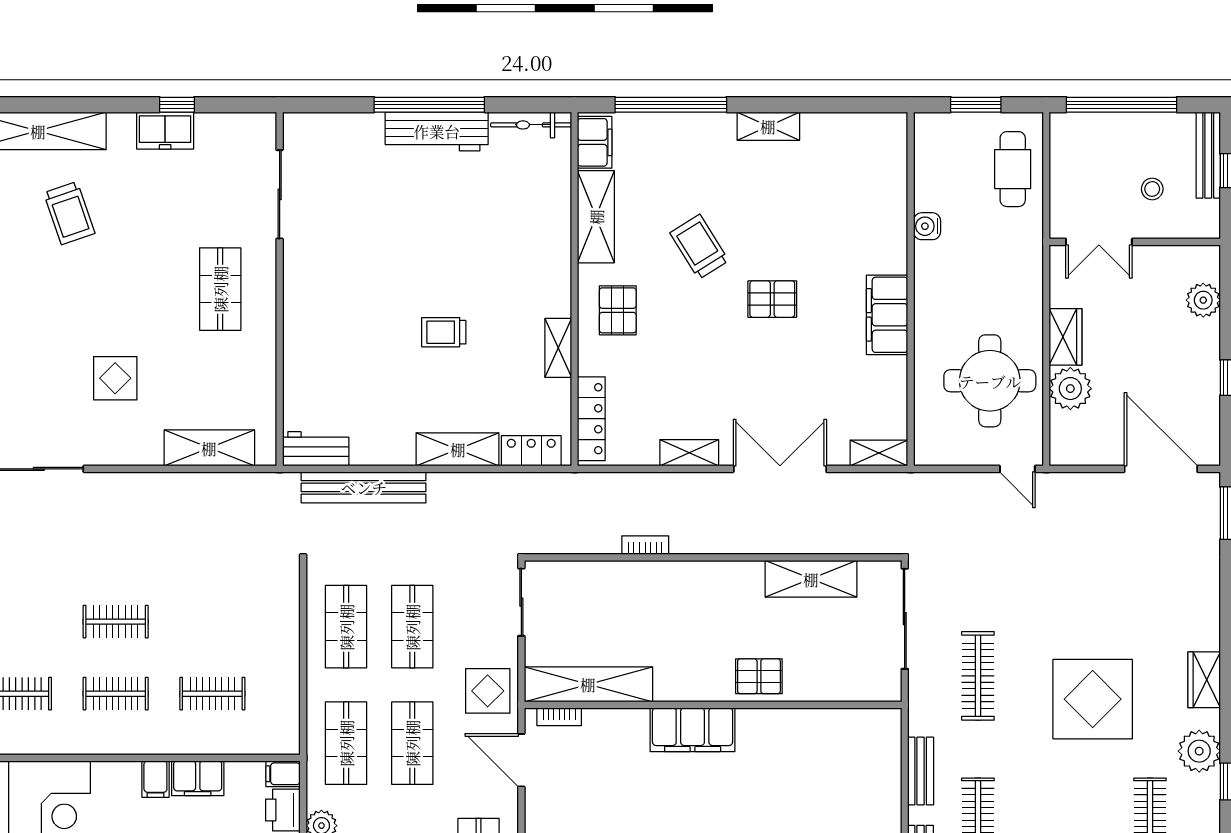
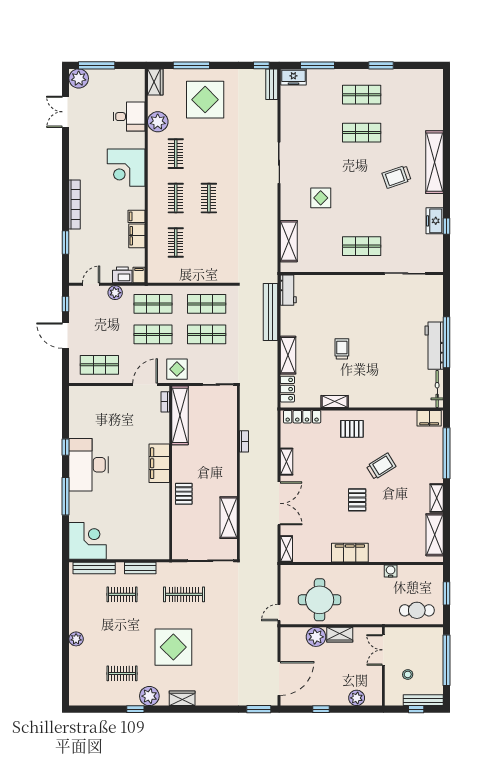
shelving: (596, 217) -> (435, 535), moved, turned 90

